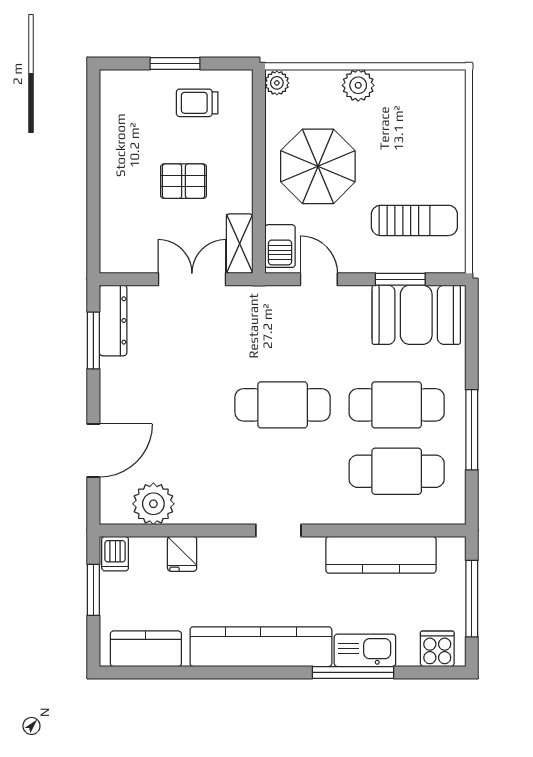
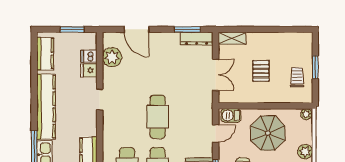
shelving: (240, 244) -> (232, 38), moved
doorway: (278, 531) -> (100, 100), moved
dishwasher: (115, 554) -> (89, 56), moved

